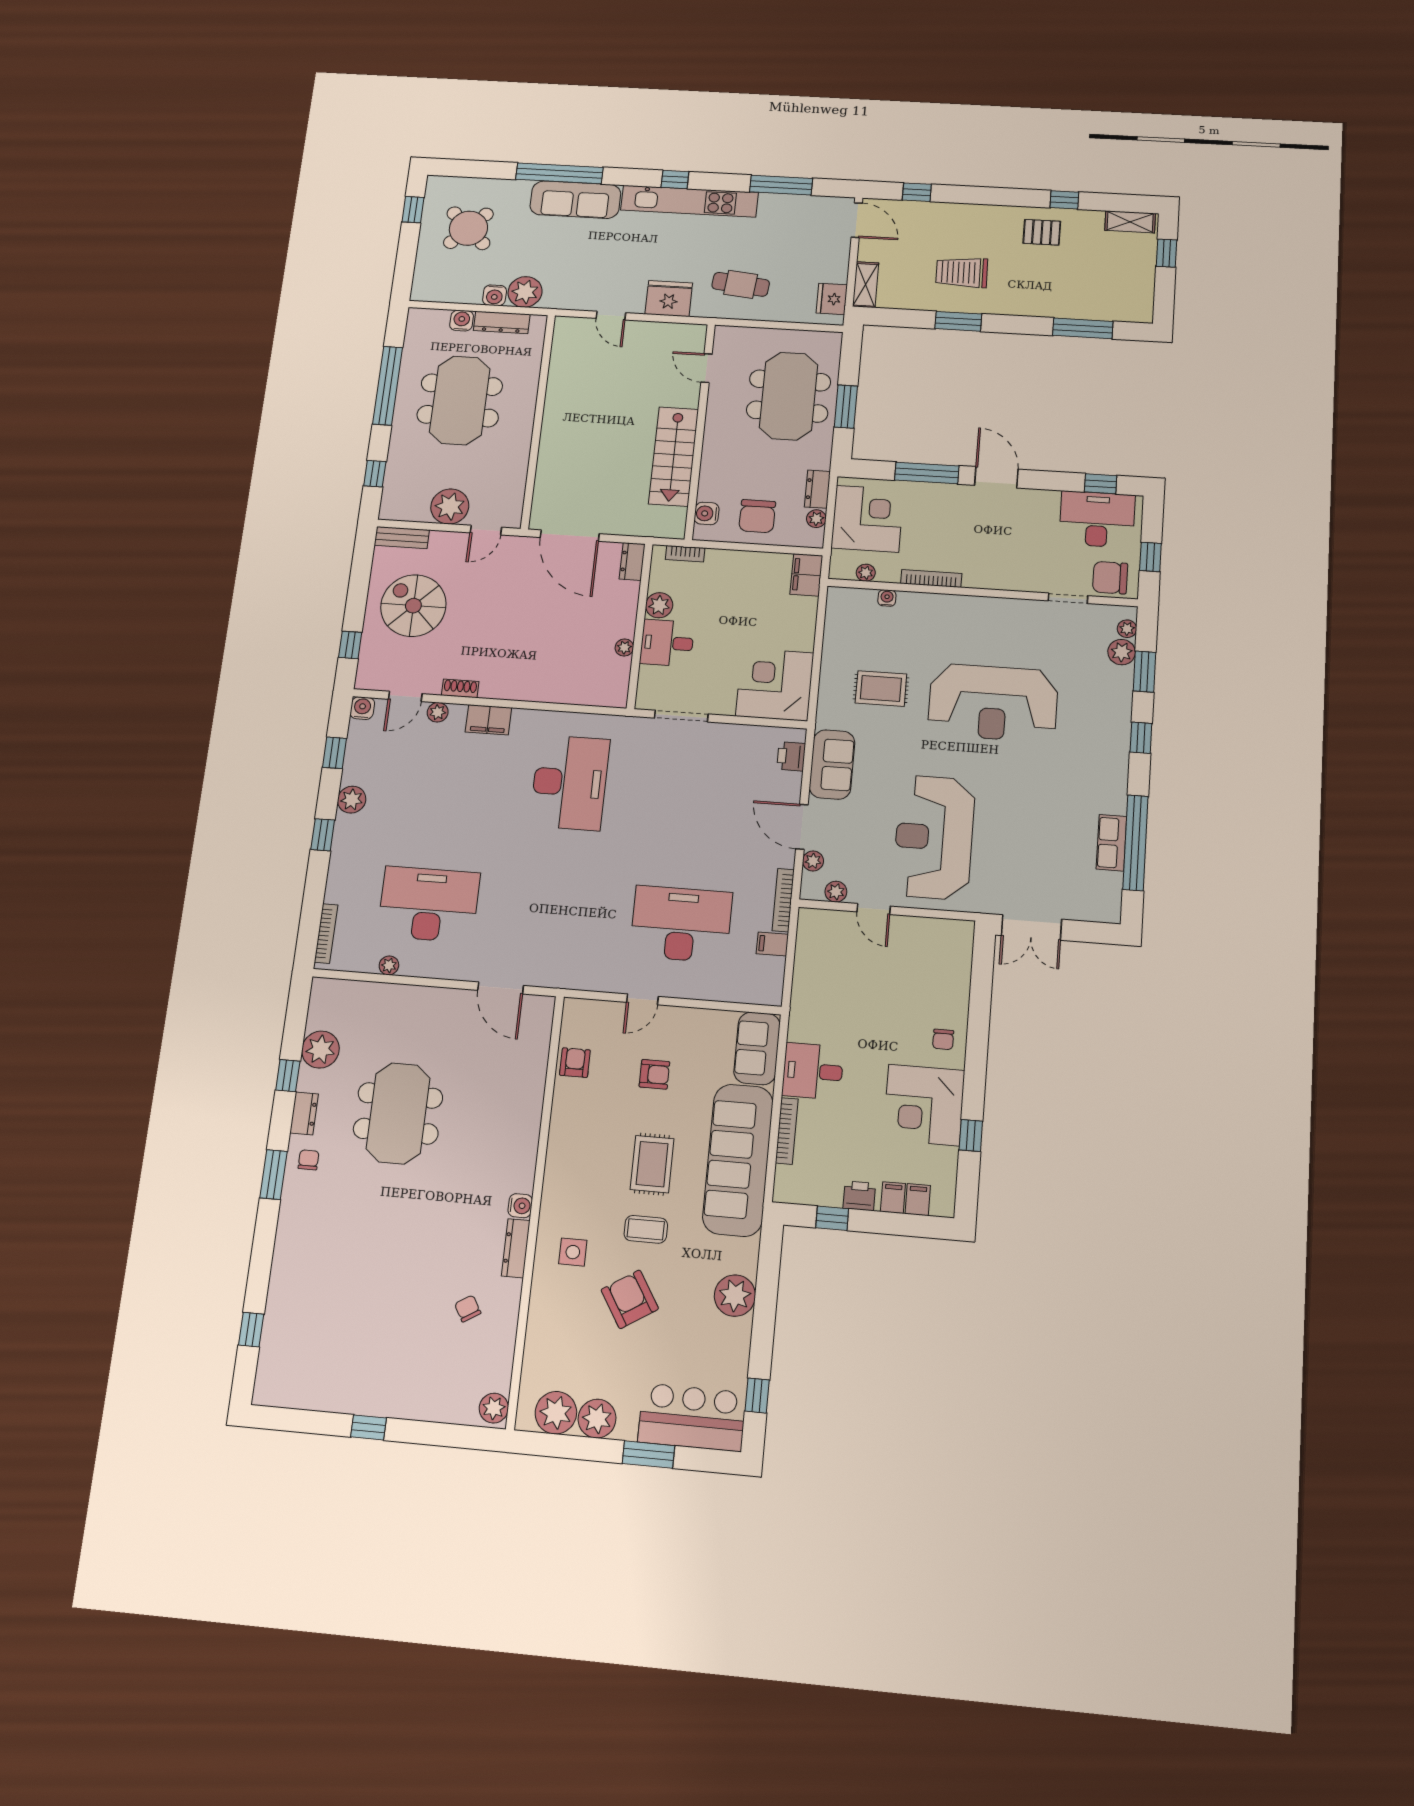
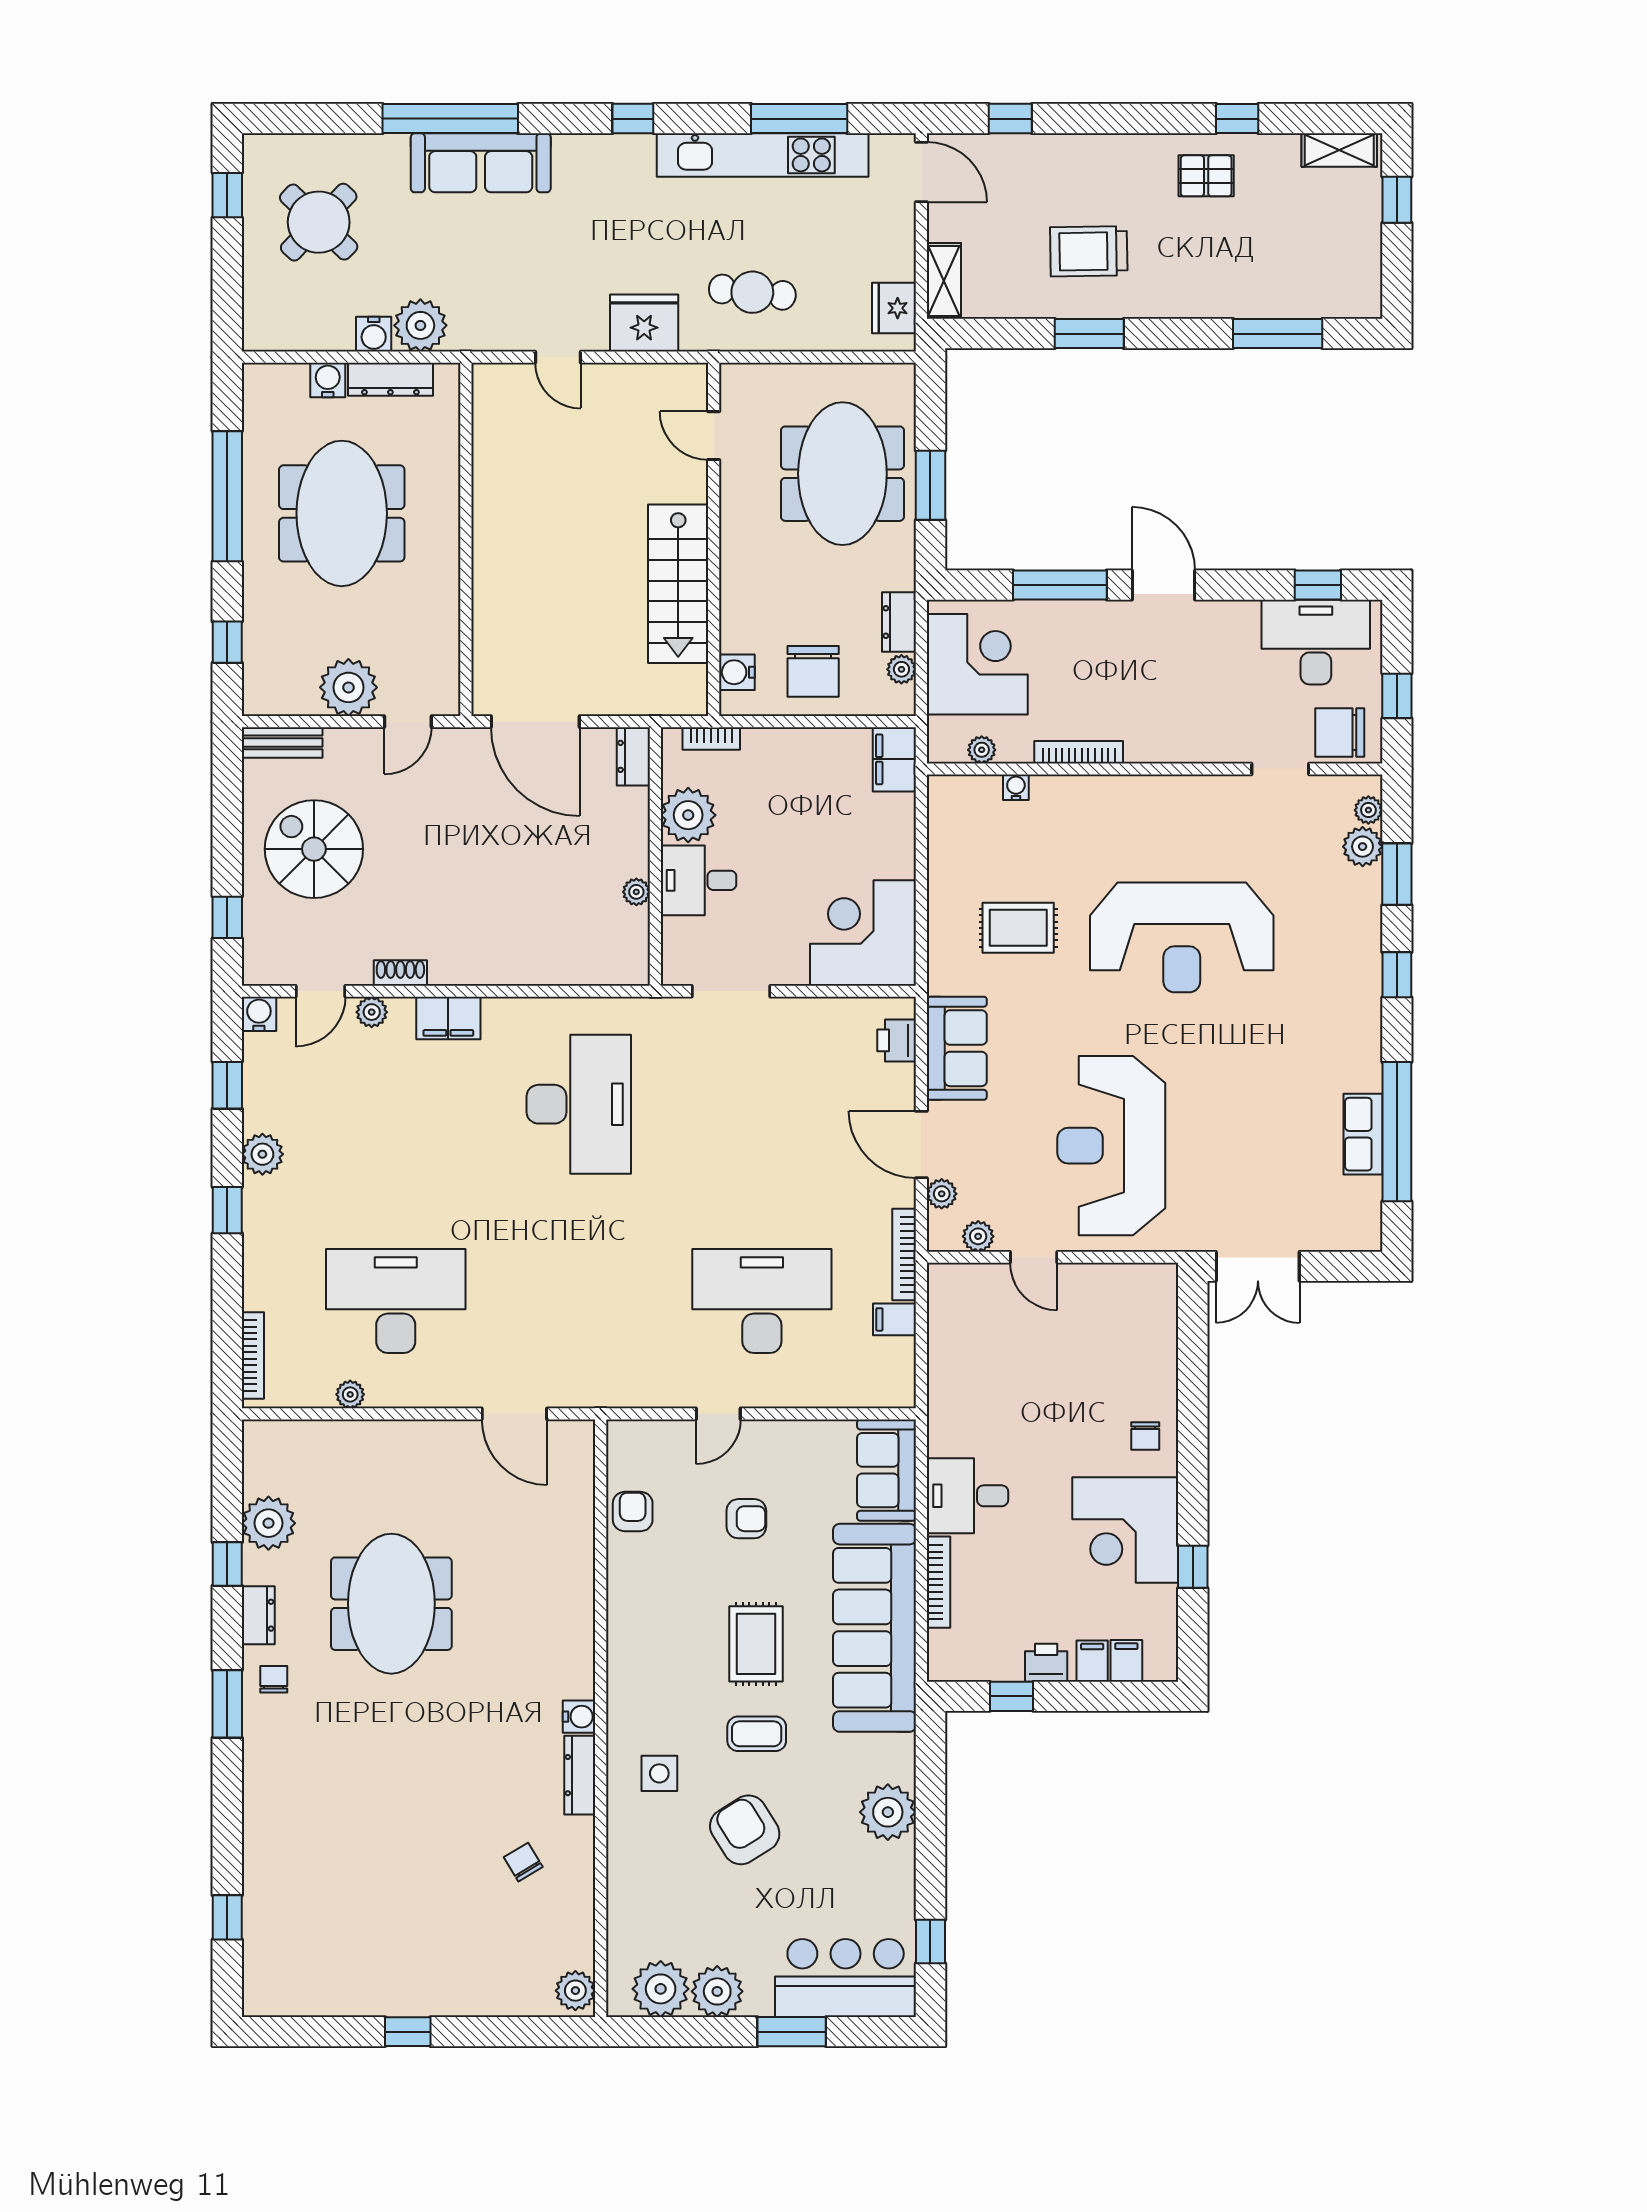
kitchen unit: (689, 201) -> (763, 155), moved
plant: (659, 605) -> (688, 815), width x1.36, depth x1.36

